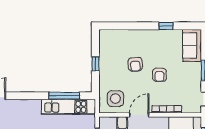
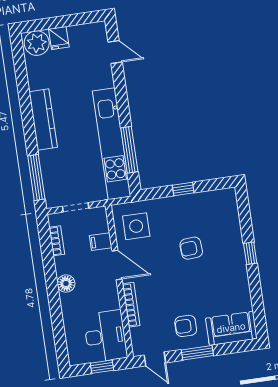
window: (166, 26) -> (250, 253), moved
armchair: (159, 75) -> (186, 326), moved
kitchen unit: (68, 107) -> (112, 144), width x1.36

